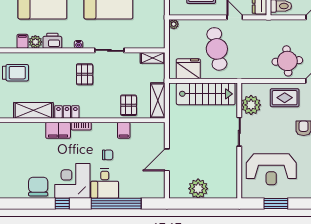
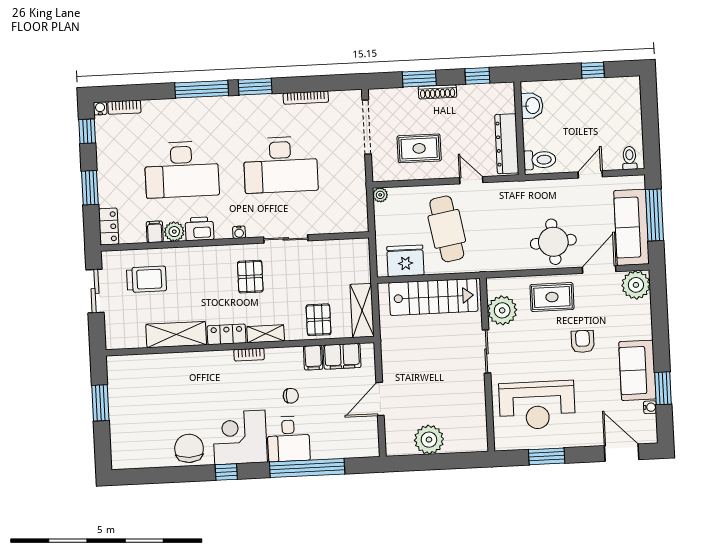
shelving: (153, 58) -> (266, 334), moved
filing cabinet: (58, 130) -> (342, 356), moved

